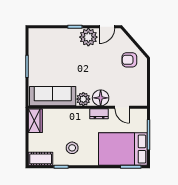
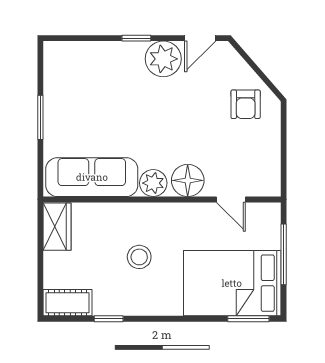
armchair: (129, 60) -> (246, 104), turned -90
dresser: (99, 114) -> (185, 213), removed
stool: (72, 148) -> (139, 257), moved

